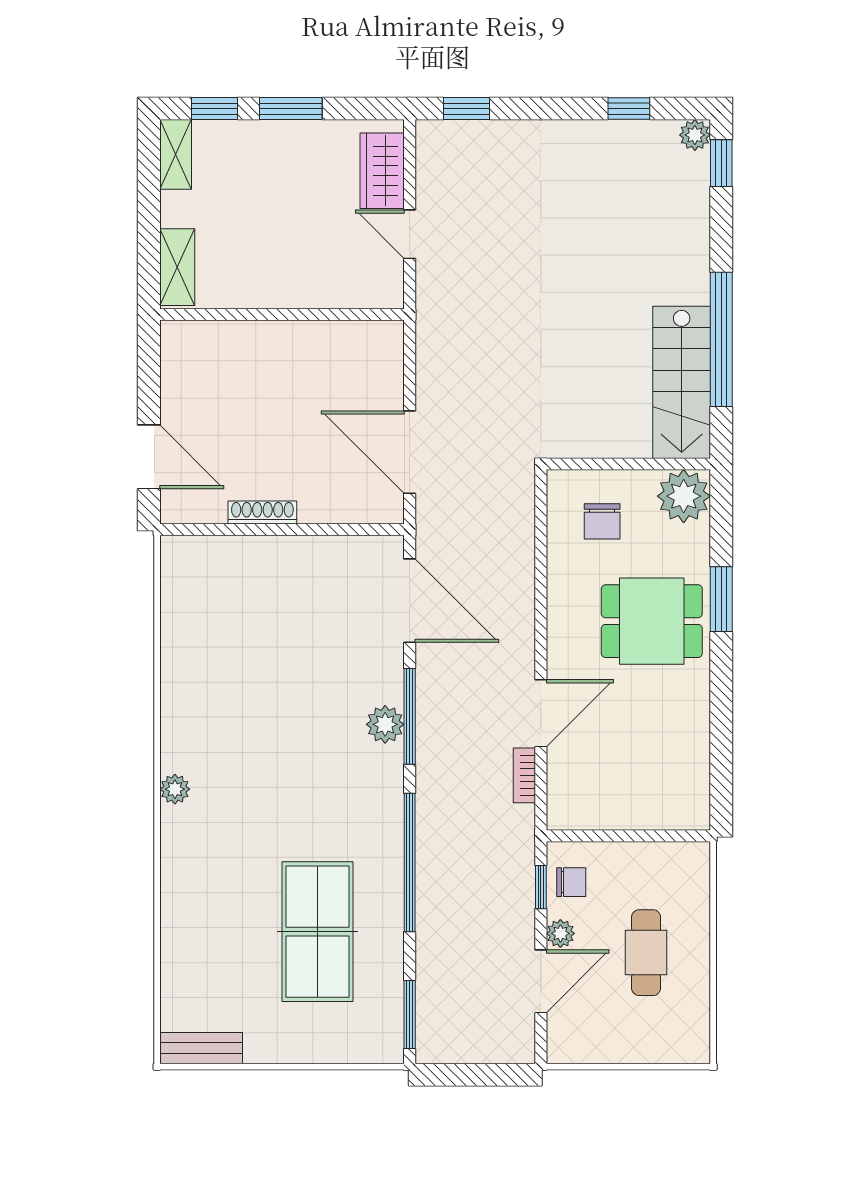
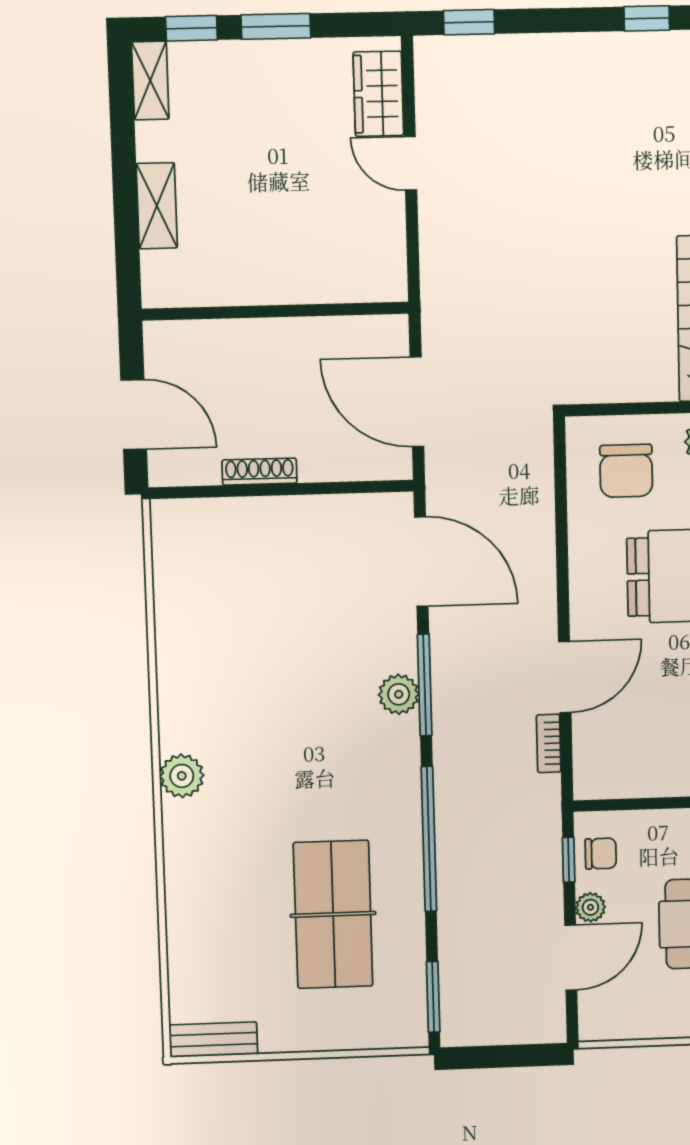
wall: (282, 315) -> (275, 311), moved
chair: (602, 521) -> (626, 471), width x1.37, depth x1.37
plant: (175, 789) -> (182, 776), width x1.38, depth x1.38

